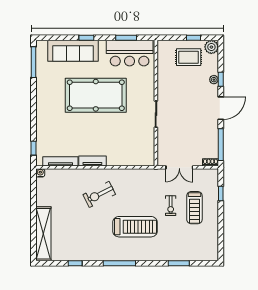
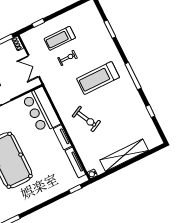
bar counter: (131, 153) -> (41, 110), added
double door: (179, 167) -> (34, 66), swing flipped
treadmill: (194, 208) -> (60, 38), turned 180
treadmill: (135, 227) -> (98, 78), turned -90
shelving: (43, 234) -> (124, 155), moved

